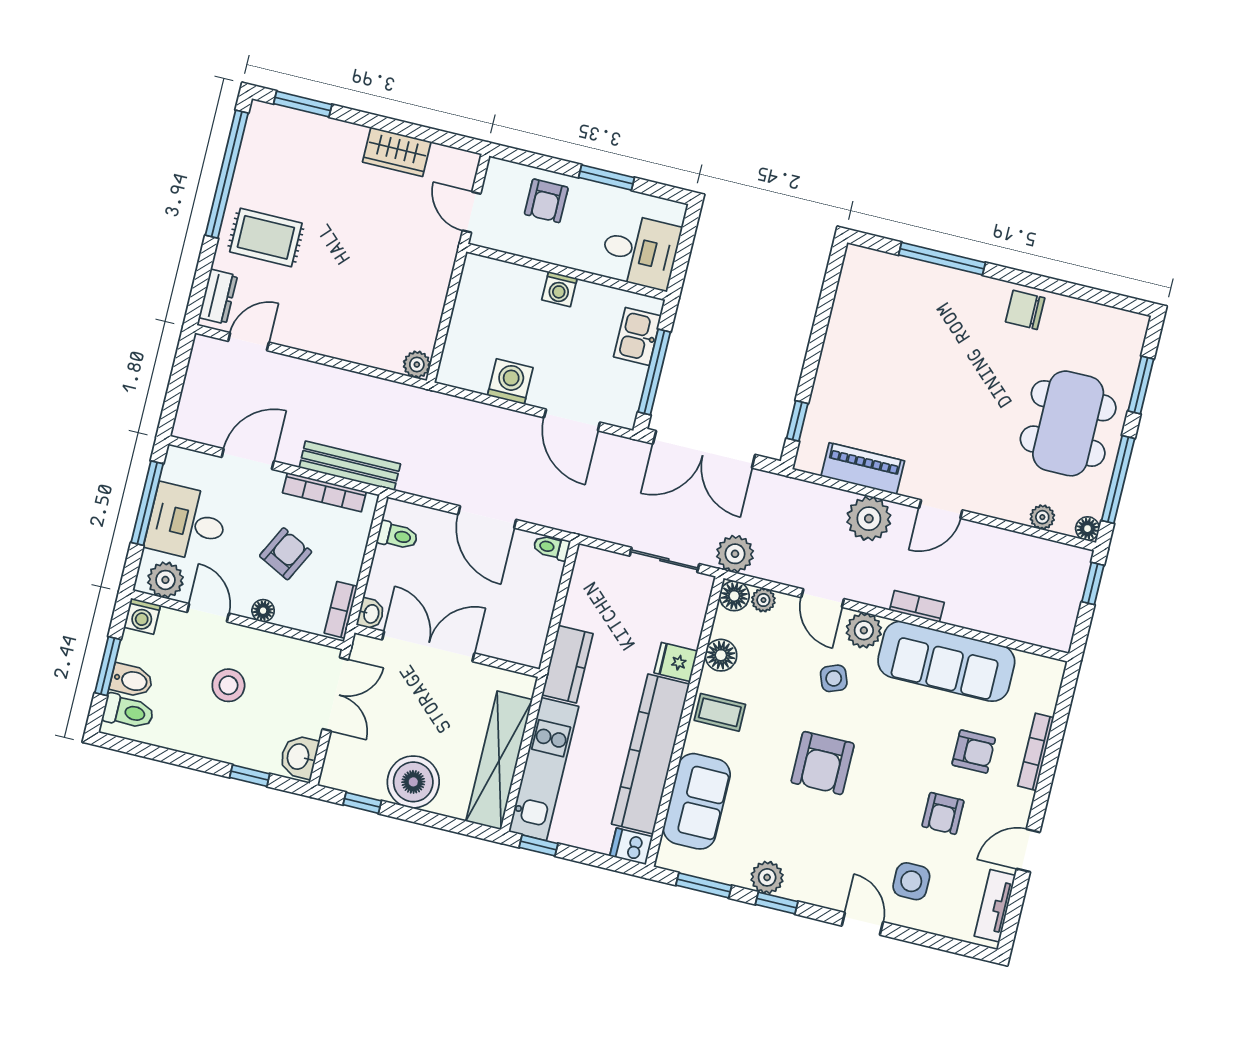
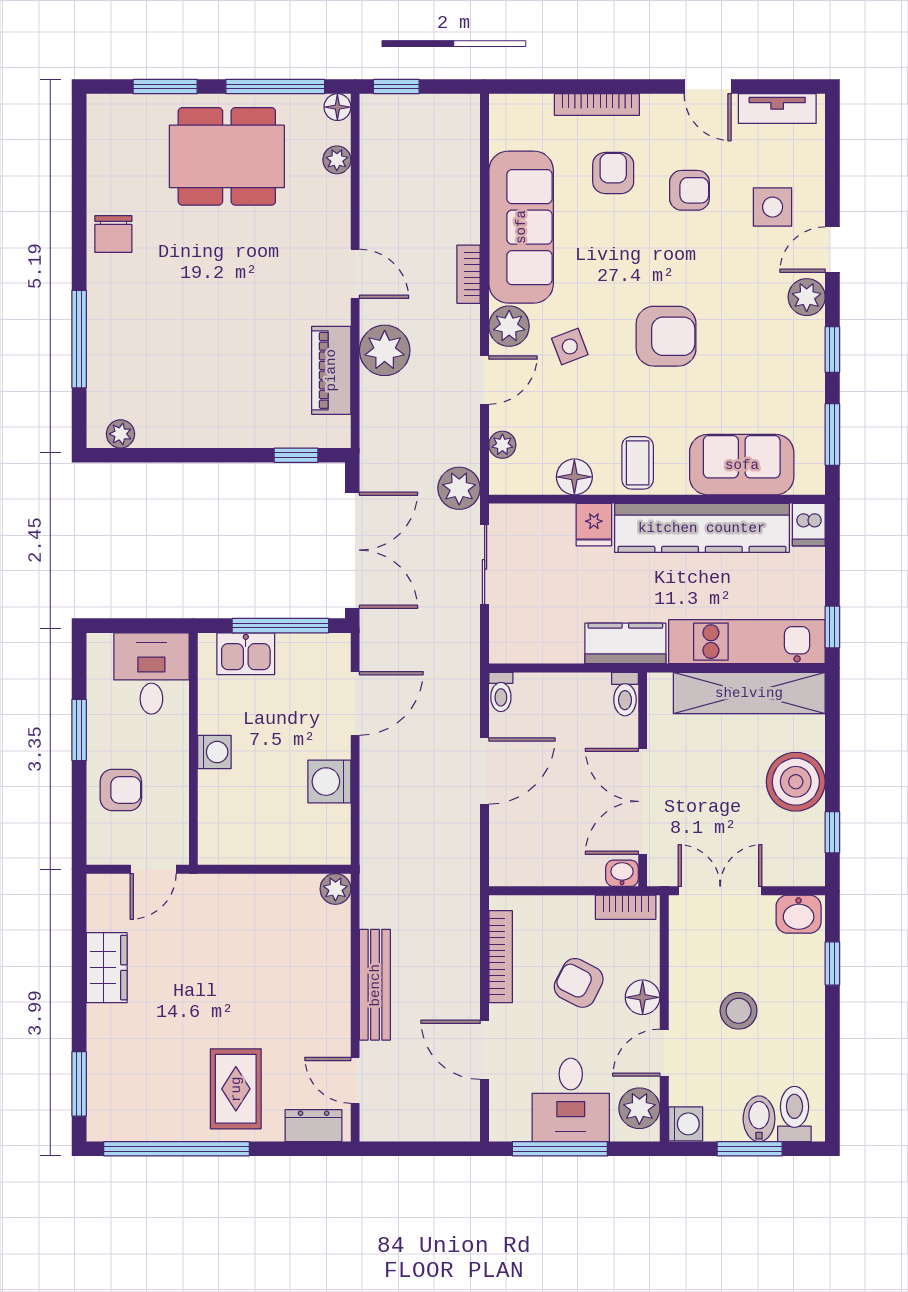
plant: (852, 275) -> (121, 434), added
bench: (350, 466) -> (375, 985), moved
toilet: (397, 536) -> (625, 694), moved, turned 180
floor lamp: (734, 596) -> (506, 478), removed
floor lamp: (263, 611) -> (643, 997), width x1.37, depth x1.37
plant: (767, 877) -> (807, 297), moved

